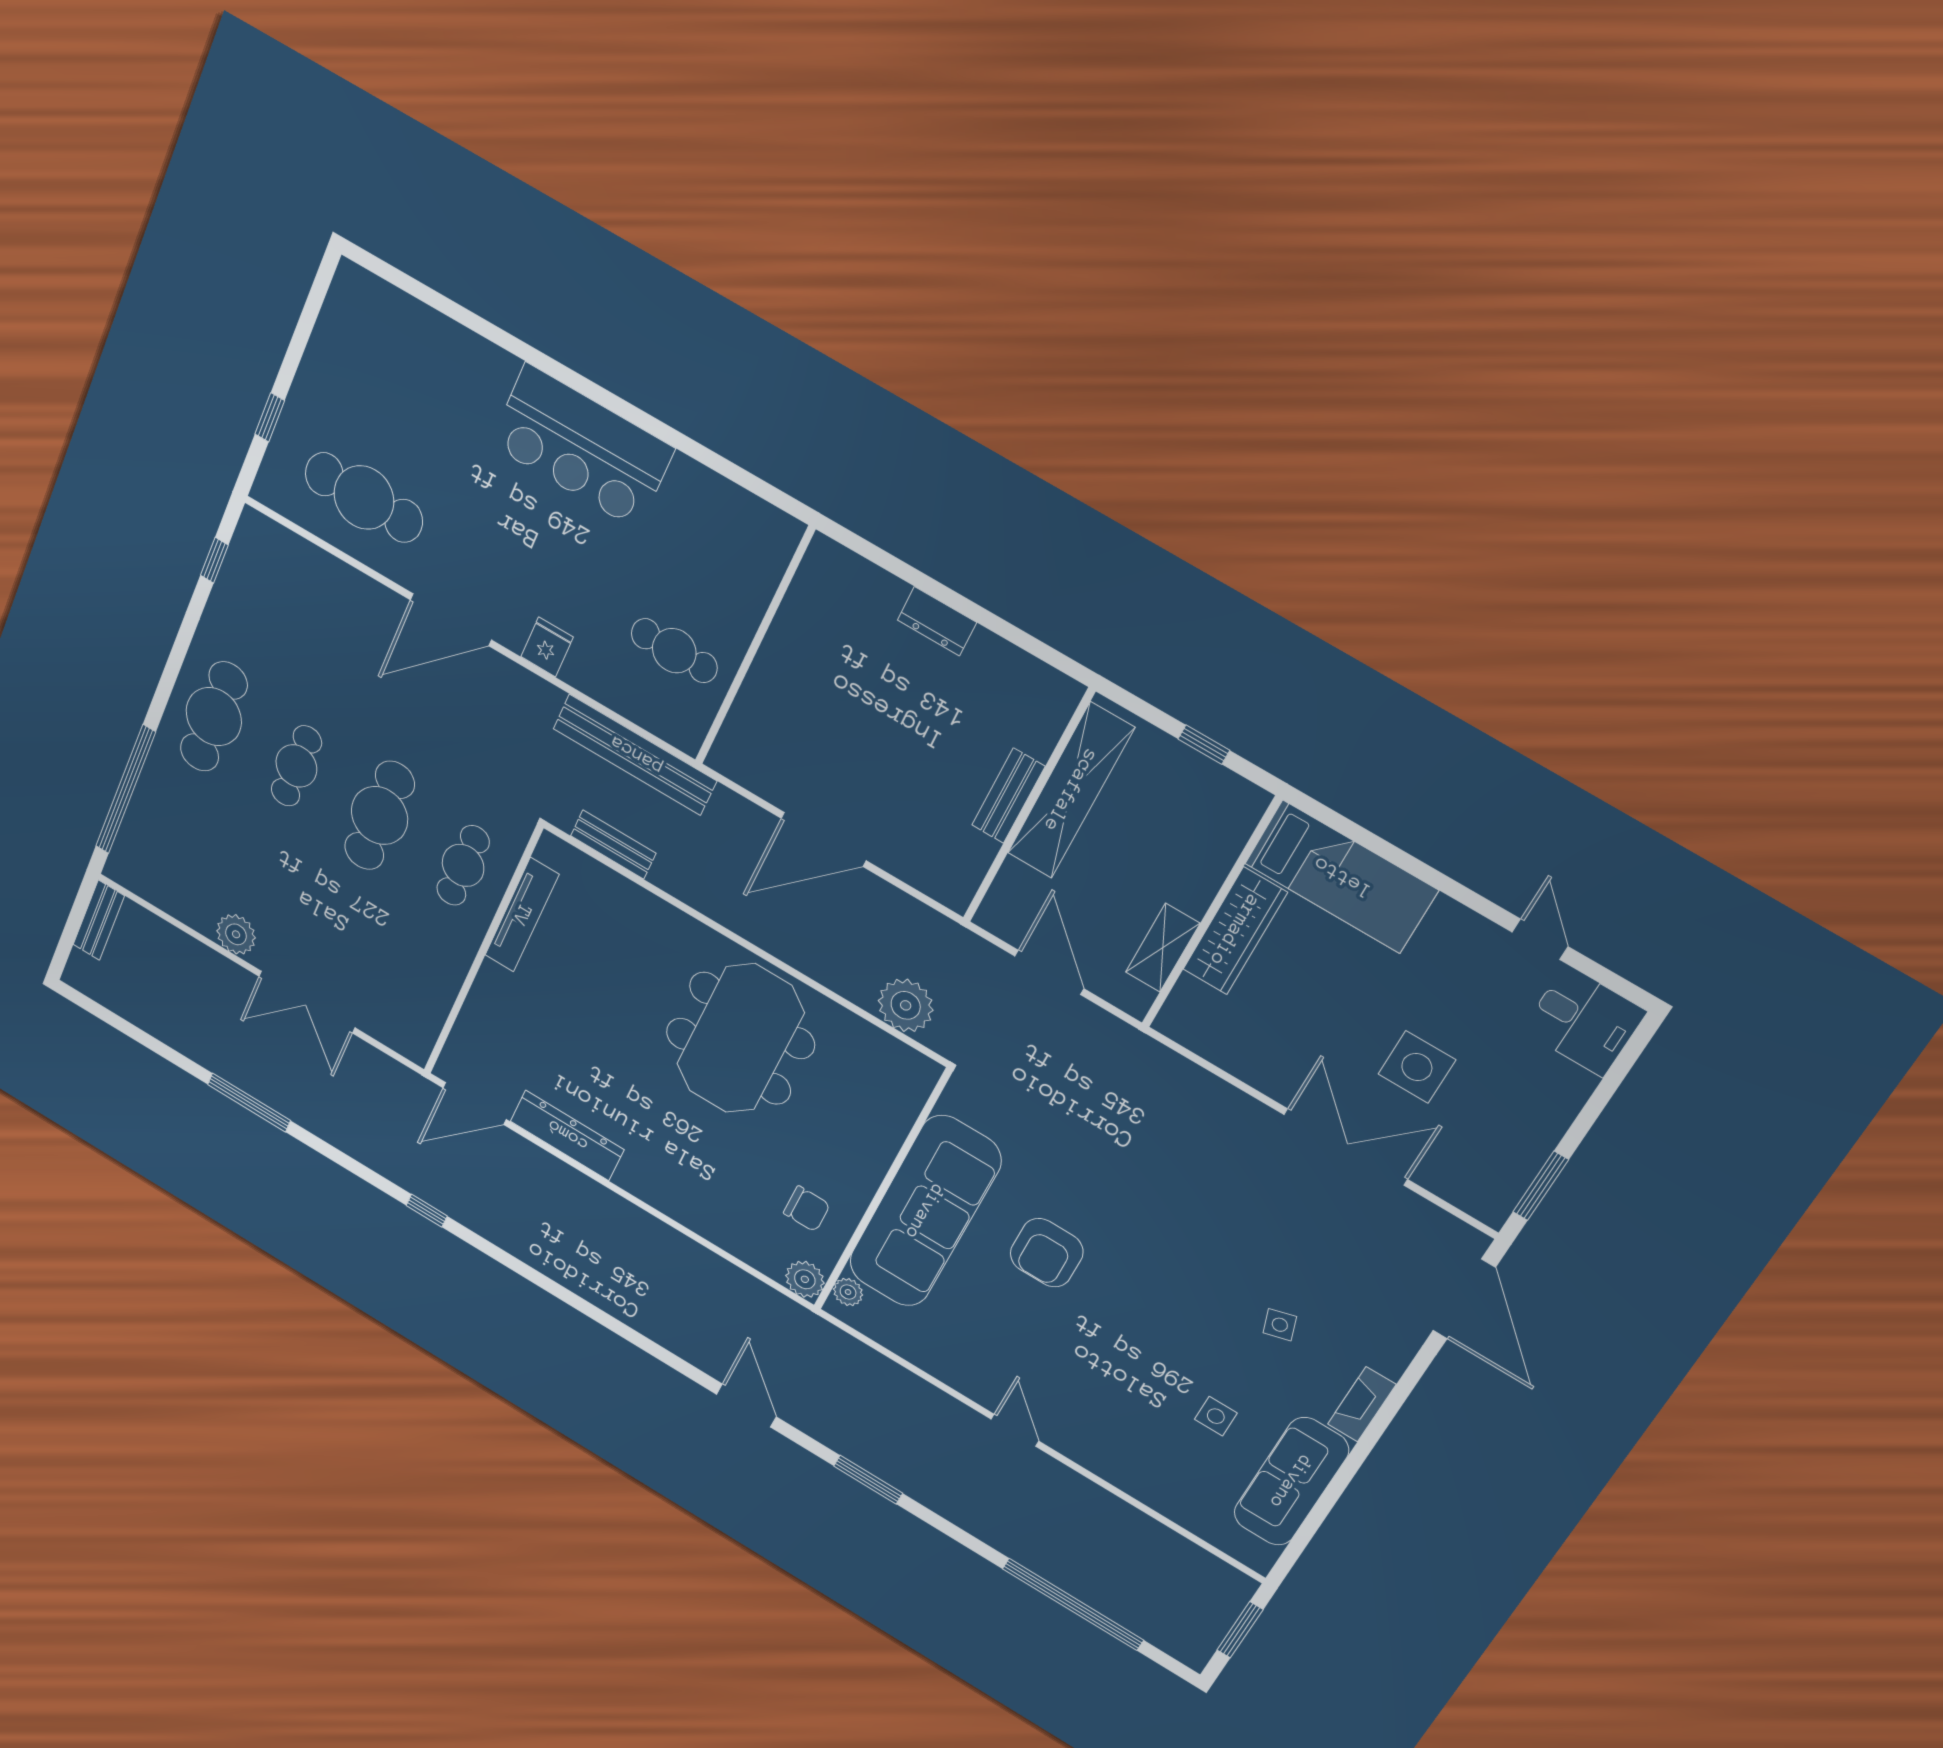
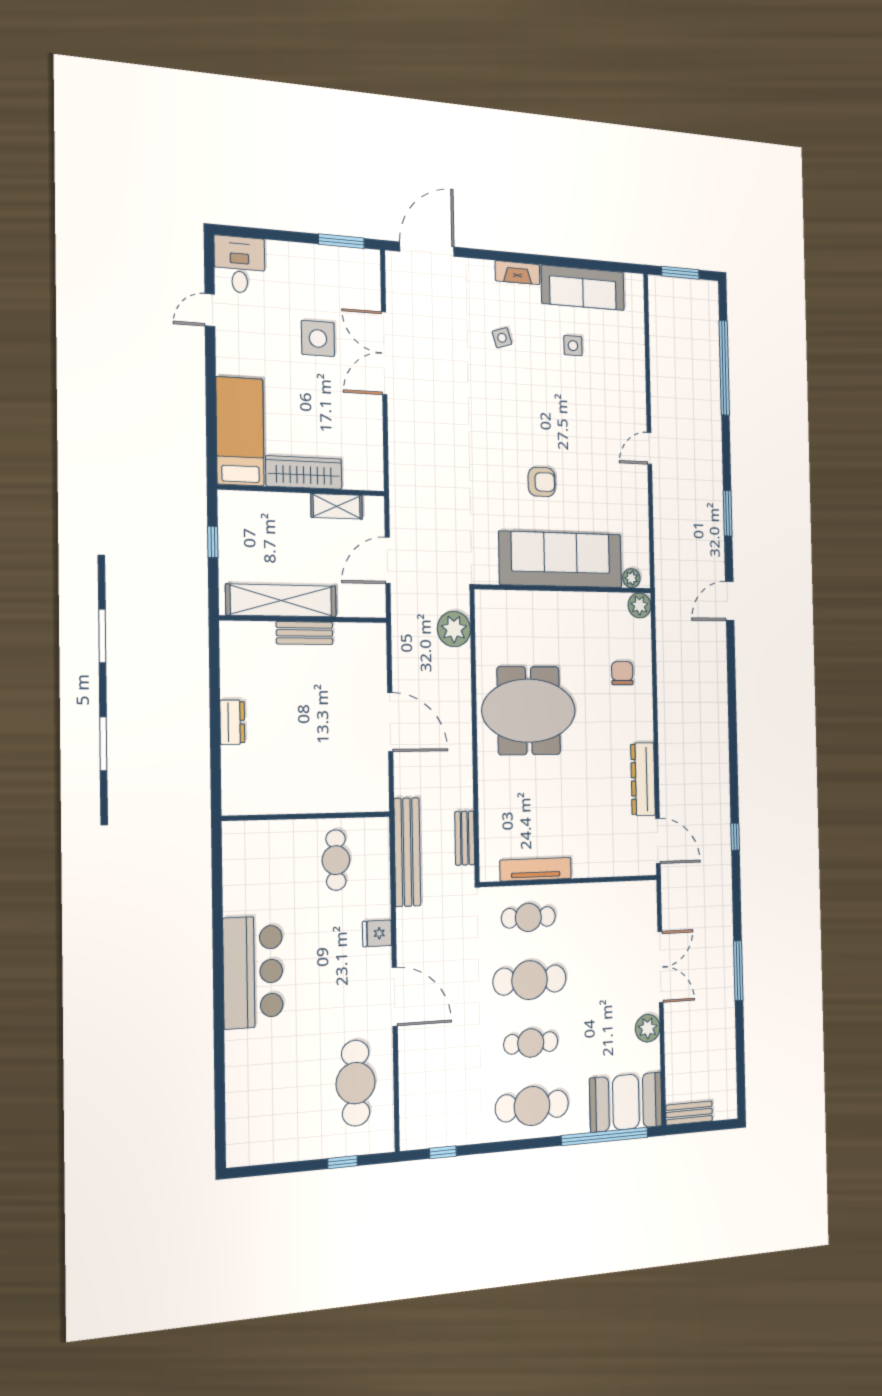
booth: (155, 845) -> (626, 1102), added
chair: (807, 1209) -> (622, 673), moved
armchair: (1047, 1253) -> (542, 482), width x0.72, depth x0.72

